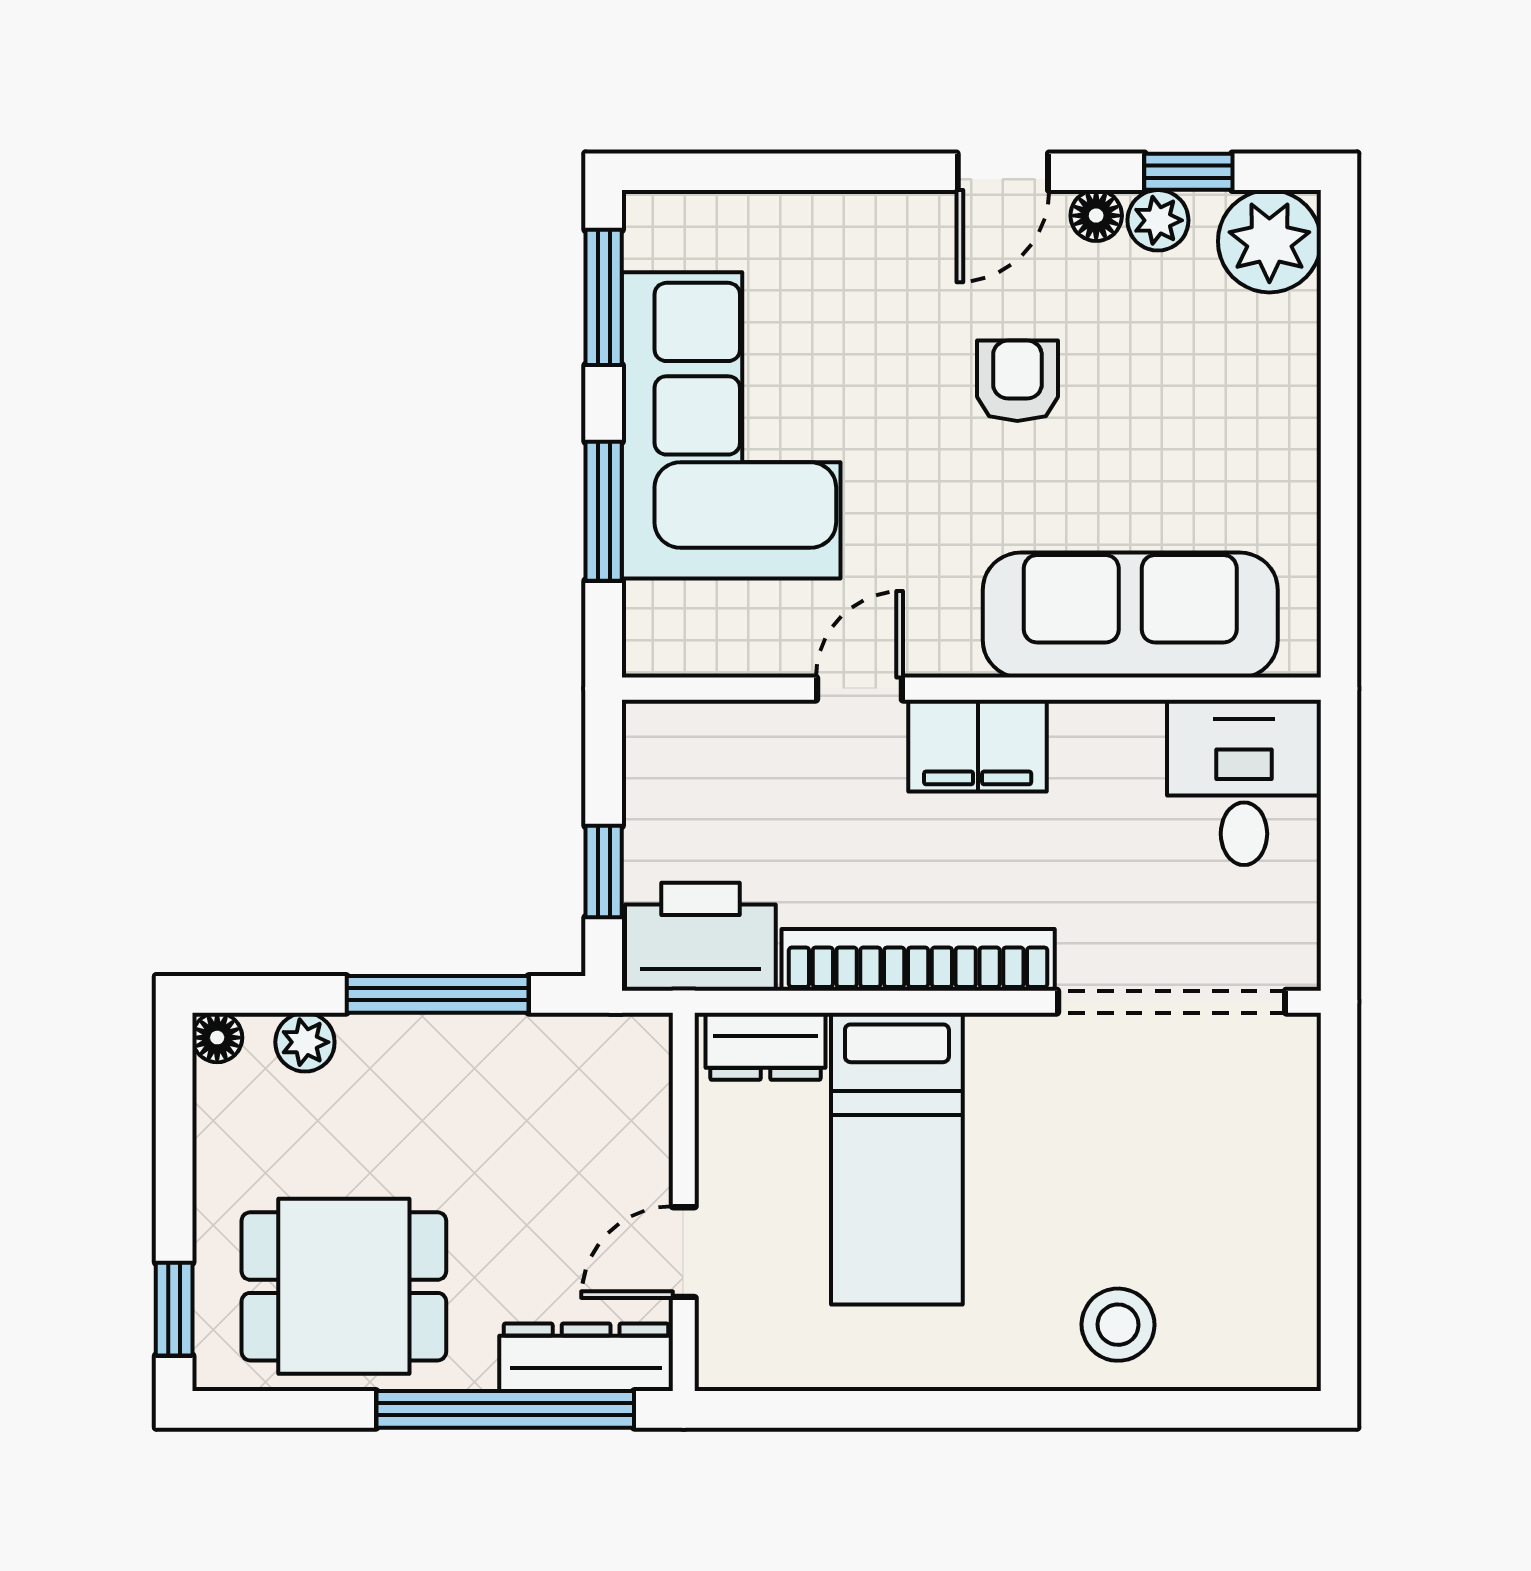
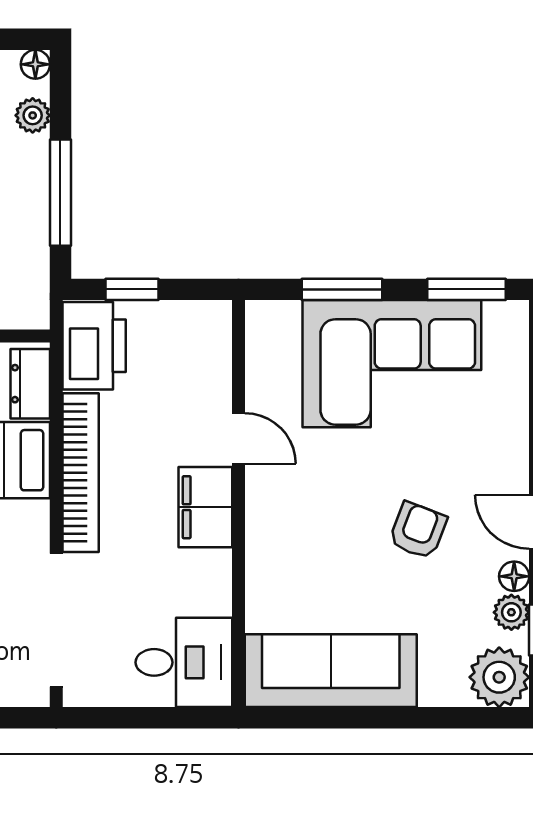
armchair: (1017, 381) -> (418, 530), turned -69
sofa: (1130, 615) -> (331, 671), moved, turned -90

